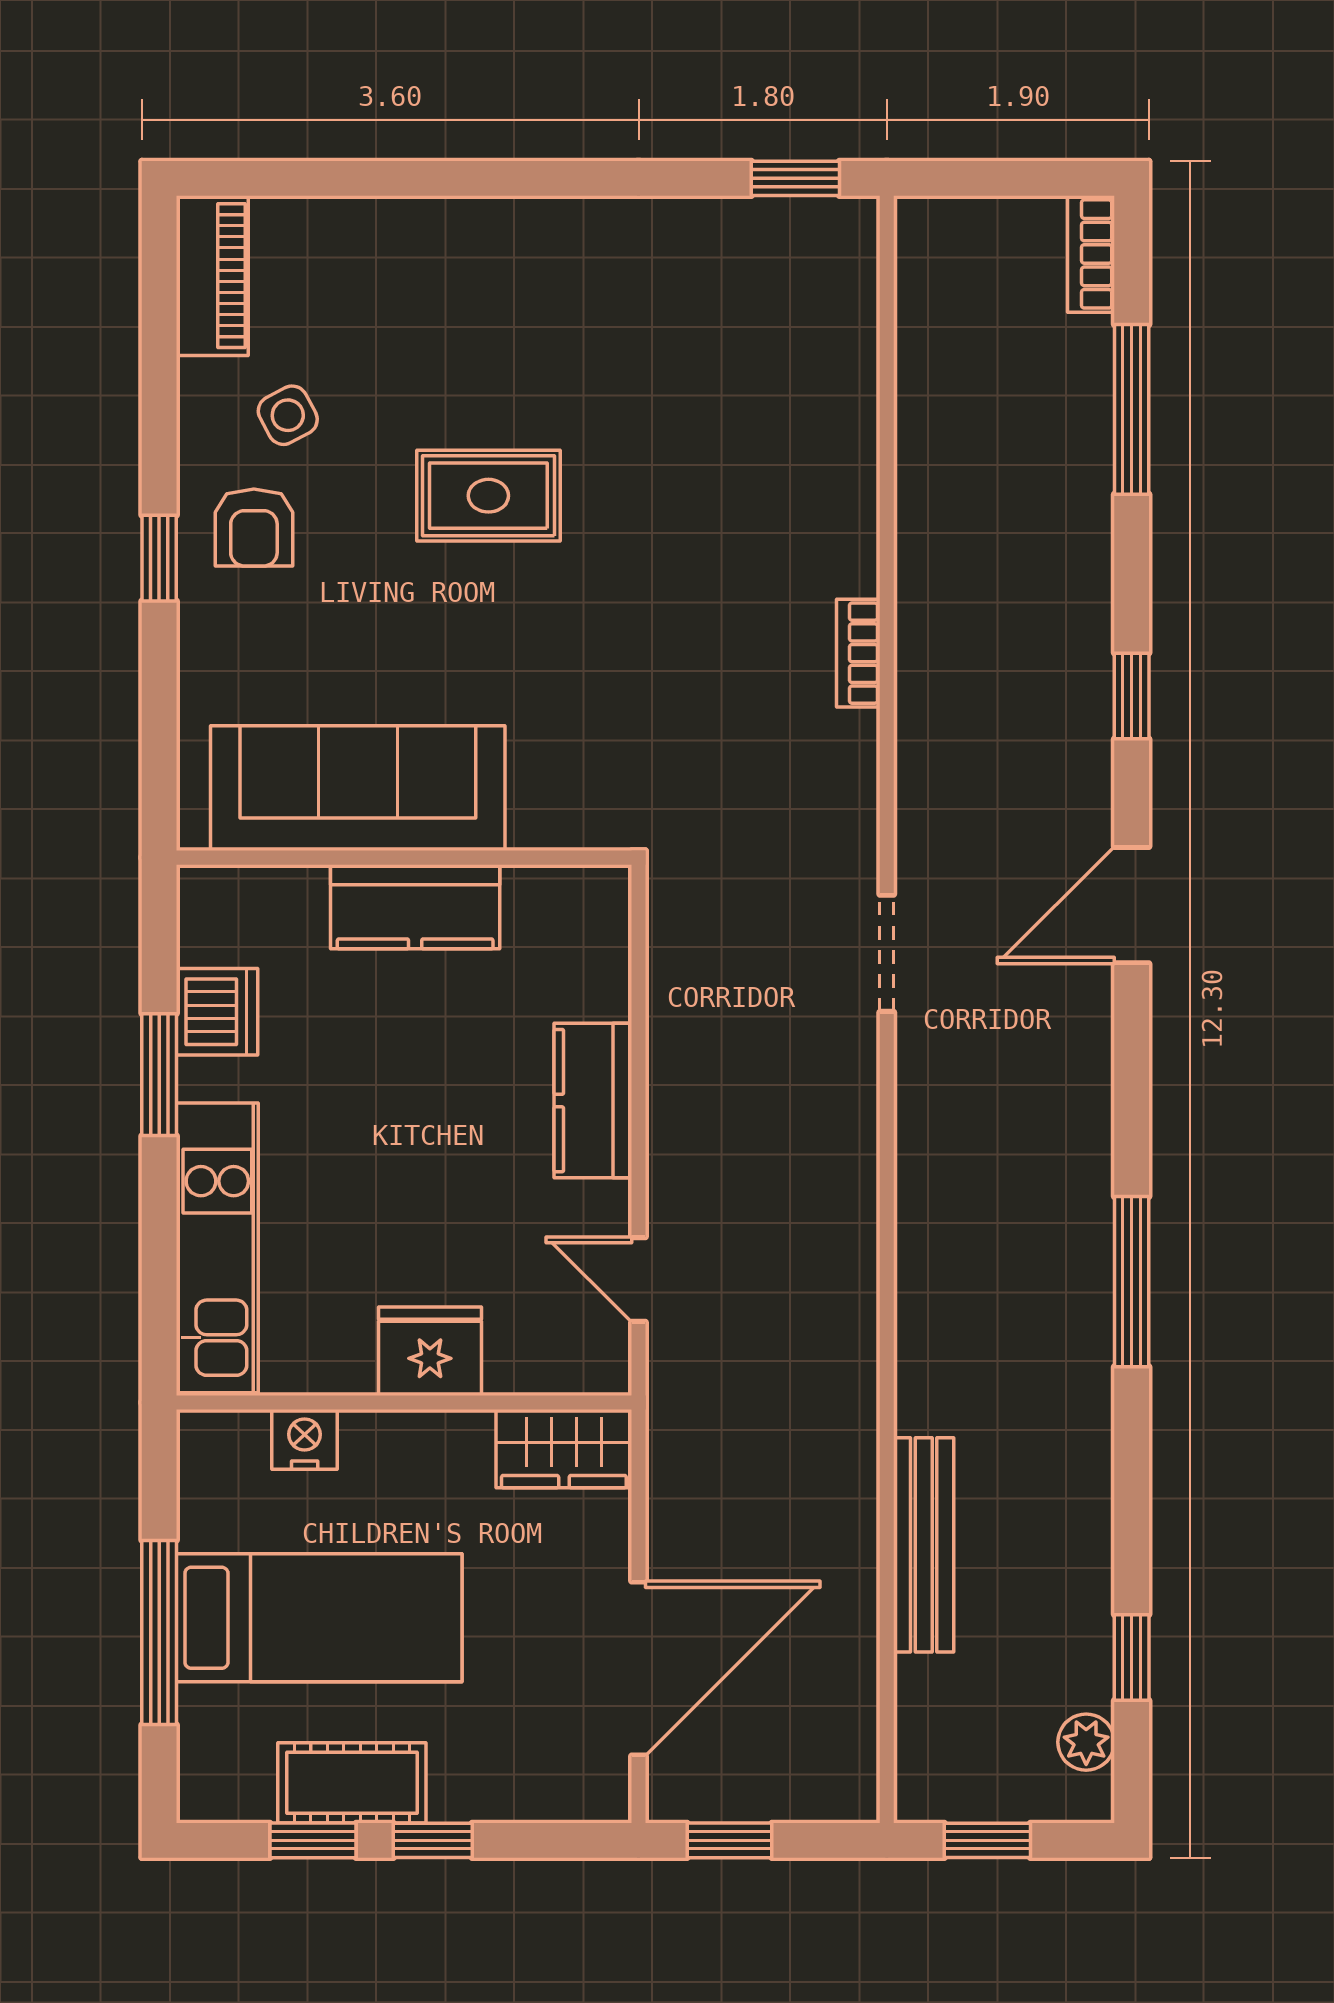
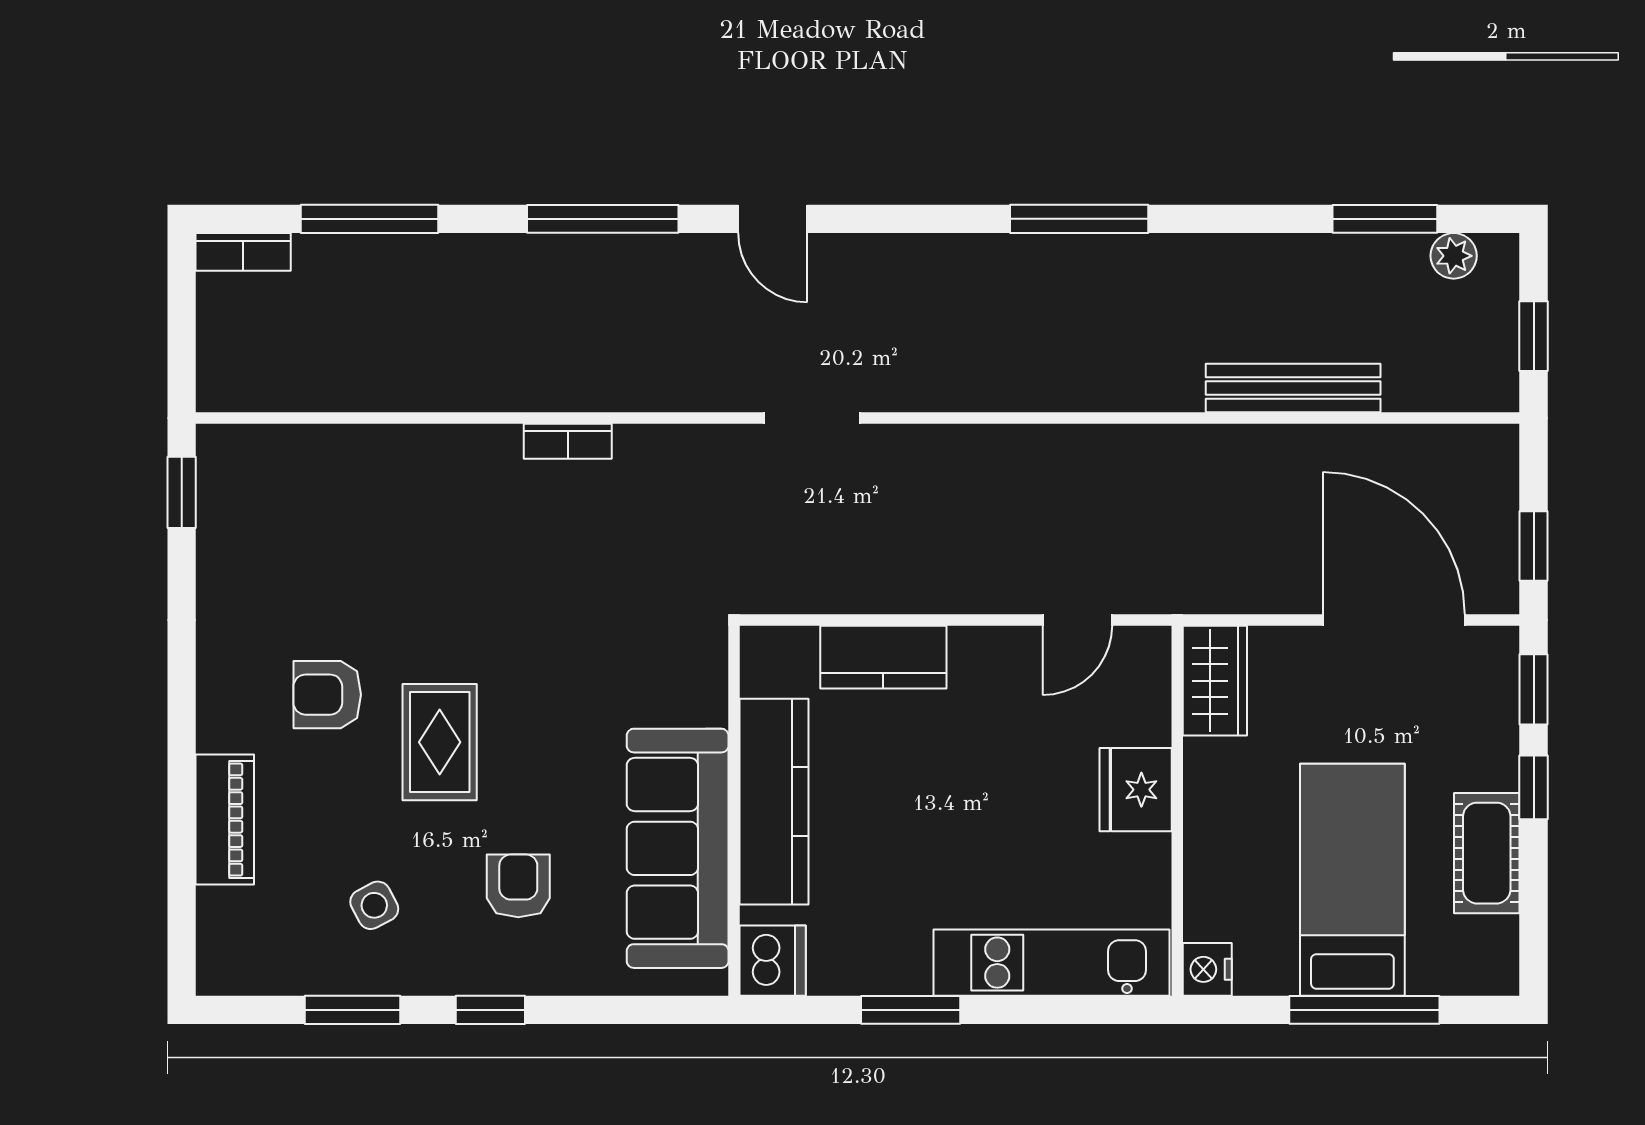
piano: (212, 276) -> (225, 820), moved, turned 90
armchair: (547, 357) -> (327, 695), added
window: (159, 389) -> (353, 1010), added
armchair: (254, 528) -> (518, 886), moved, turned -90
window: (1132, 696) -> (603, 219), width x2.17
door: (1132, 905) -> (773, 219), width x0.73
kitchen counter: (415, 907) -> (774, 802), width x1.50
dishwasher: (217, 1012) -> (773, 961), moved, turned 90
kitchen counter: (593, 1101) -> (883, 657), moved
nightstand: (305, 1439) -> (1207, 969), moved
window: (1132, 1658) -> (1385, 219), width x1.50
window: (313, 1840) -> (1534, 689), moved

